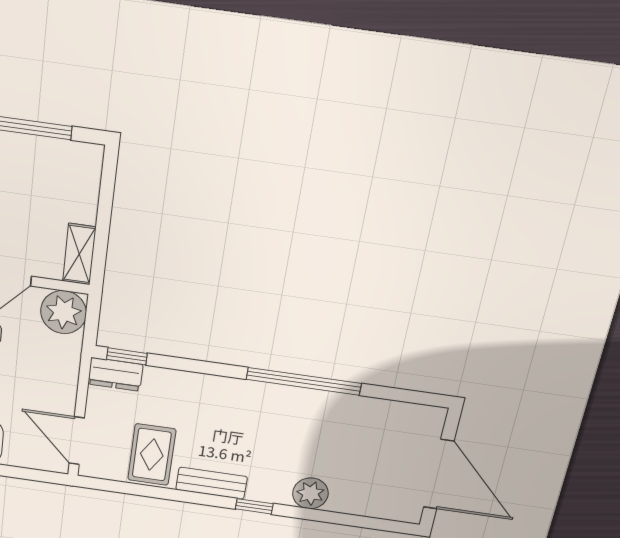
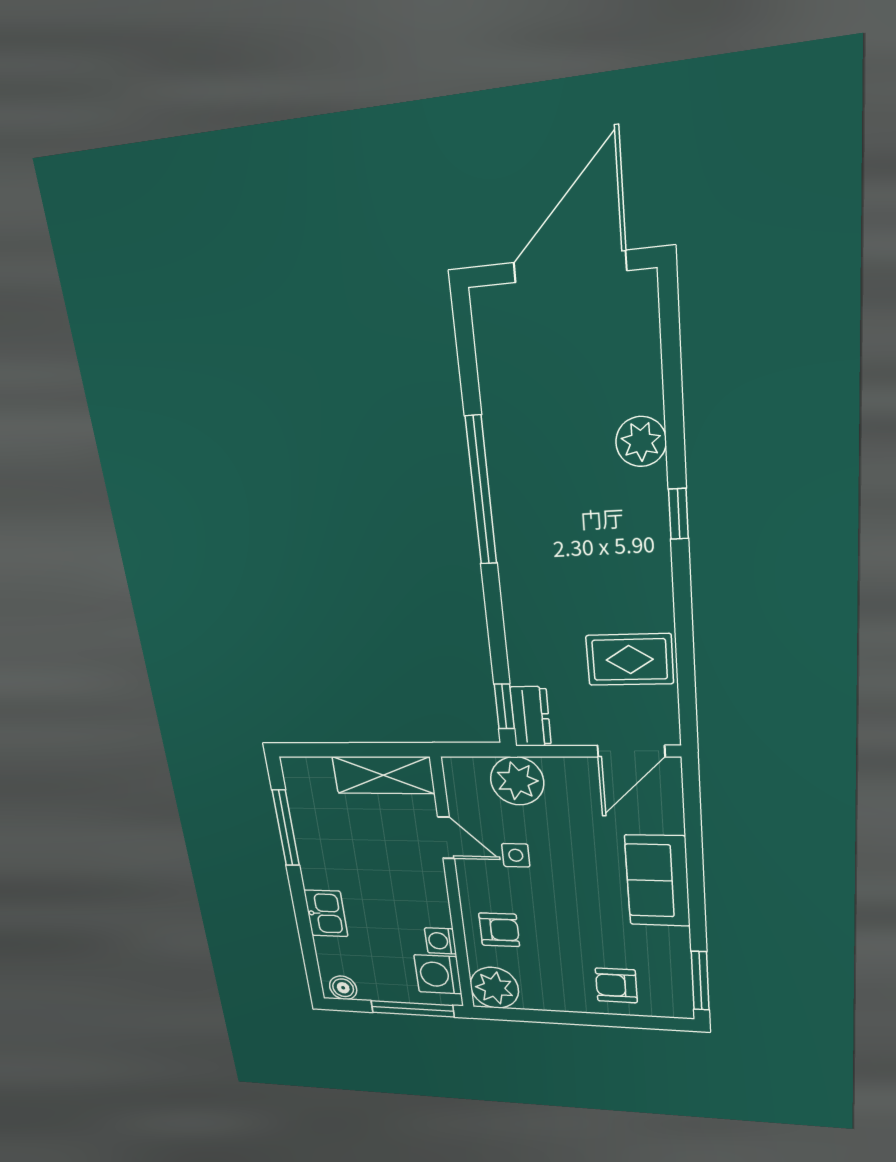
shelving: (79, 254) -> (383, 775), width x1.50, depth x1.33
plant: (64, 312) -> (517, 781), moved
bench: (212, 483) -> (655, 578), removed

